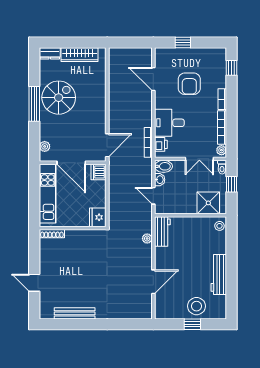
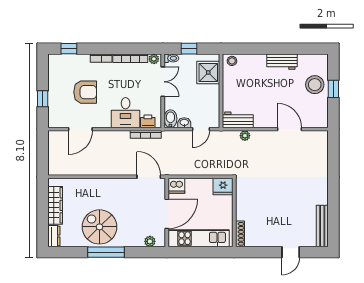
workbench: (219, 274) -> (282, 62), width x0.73
bench: (75, 313) -> (322, 226), moved

